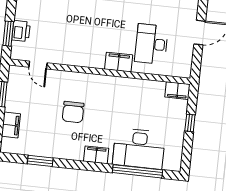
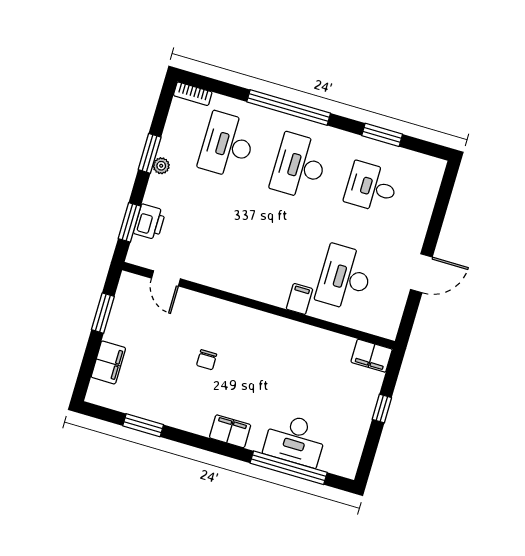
filing cabinet: (119, 62) -> (299, 299), width x0.50
chair: (73, 112) -> (207, 360), width x0.54, depth x0.54
desk: (139, 149) -> (295, 440), width x0.73, depth x0.77

